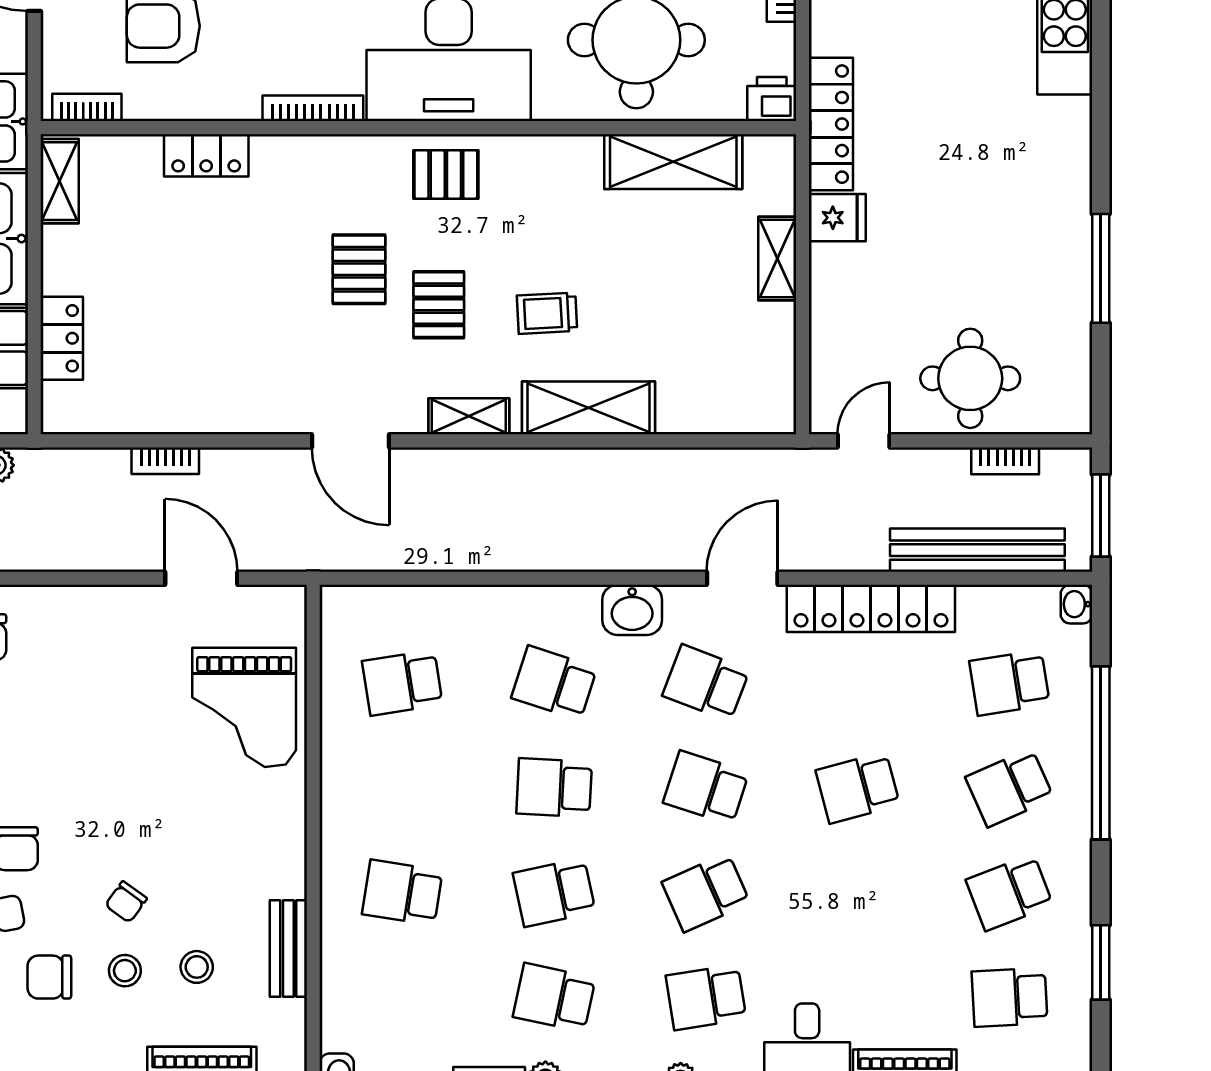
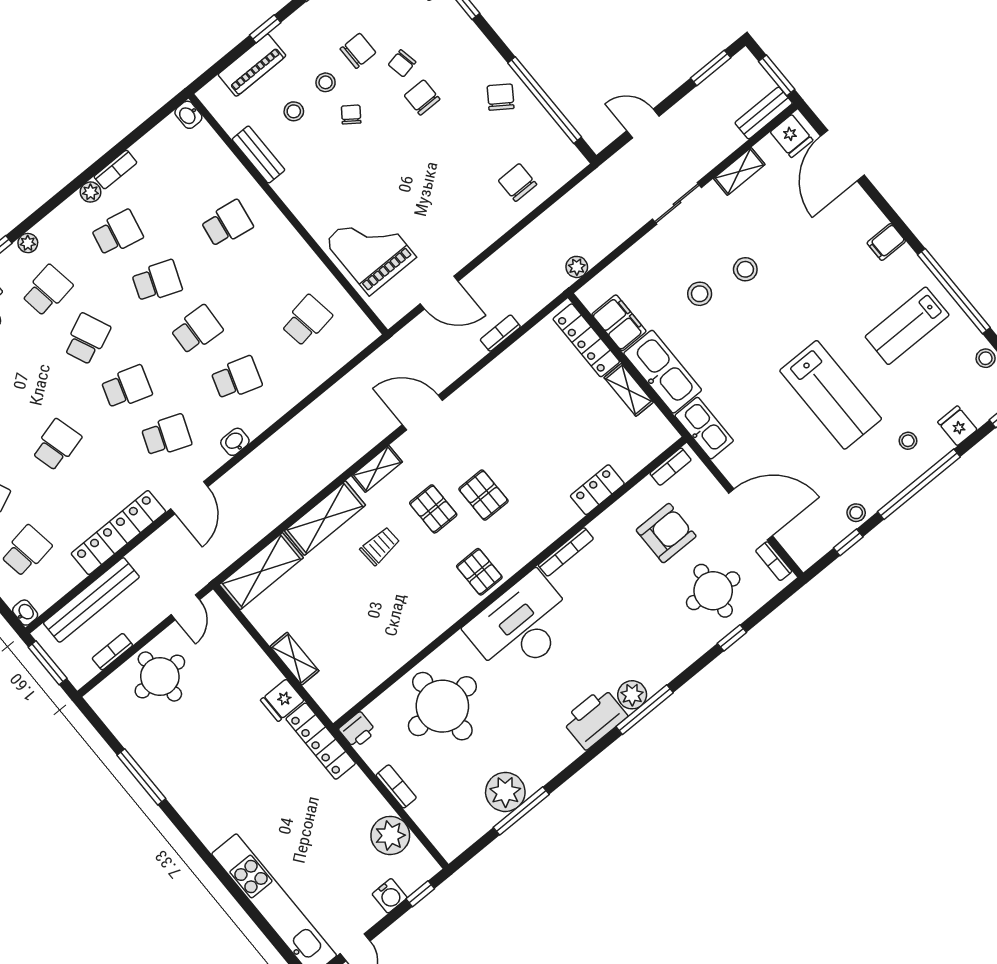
shelving: (673, 162) -> (261, 571), moved
pallet: (446, 174) -> (479, 572), turned 90
shelving: (60, 181) -> (629, 390), moved
locker: (62, 338) -> (586, 340), width x1.53
washbasin: (632, 610) -> (235, 442), width x0.72, depth x0.69
school desk: (554, 892) -> (157, 281), turned 33

